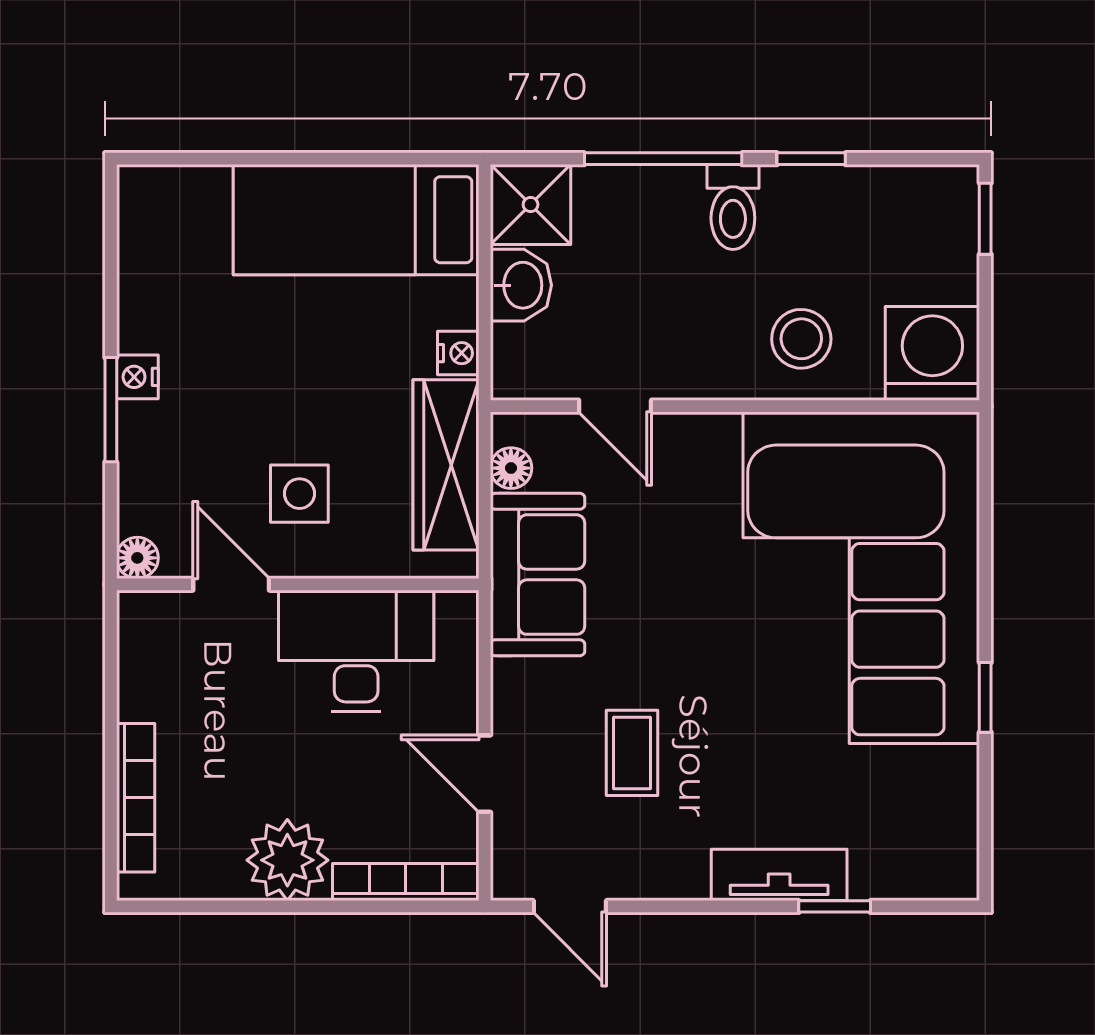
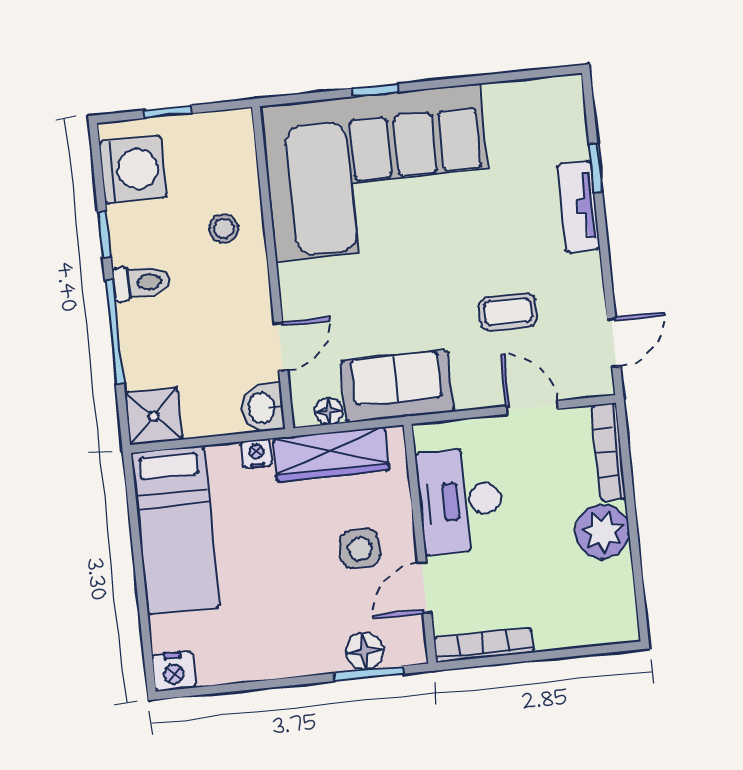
window: (985, 219) -> (168, 112), moved
washbasin: (521, 285) -> (263, 408), moved, turned -90
stool: (801, 339) -> (224, 228), width x0.73, depth x0.73
washing machine: (932, 353) -> (133, 169), moved, turned 180
nightstand: (137, 377) -> (174, 671), moved, width x1.39, depth x1.35
window: (111, 410) -> (369, 674), moved
floor lamp: (137, 558) -> (365, 651), moved, width x1.37, depth x1.37
window: (985, 697) -> (375, 90), moved
door: (485, 774) -> (532, 408), swing flipped
bookcase: (136, 798) -> (484, 645), moved

